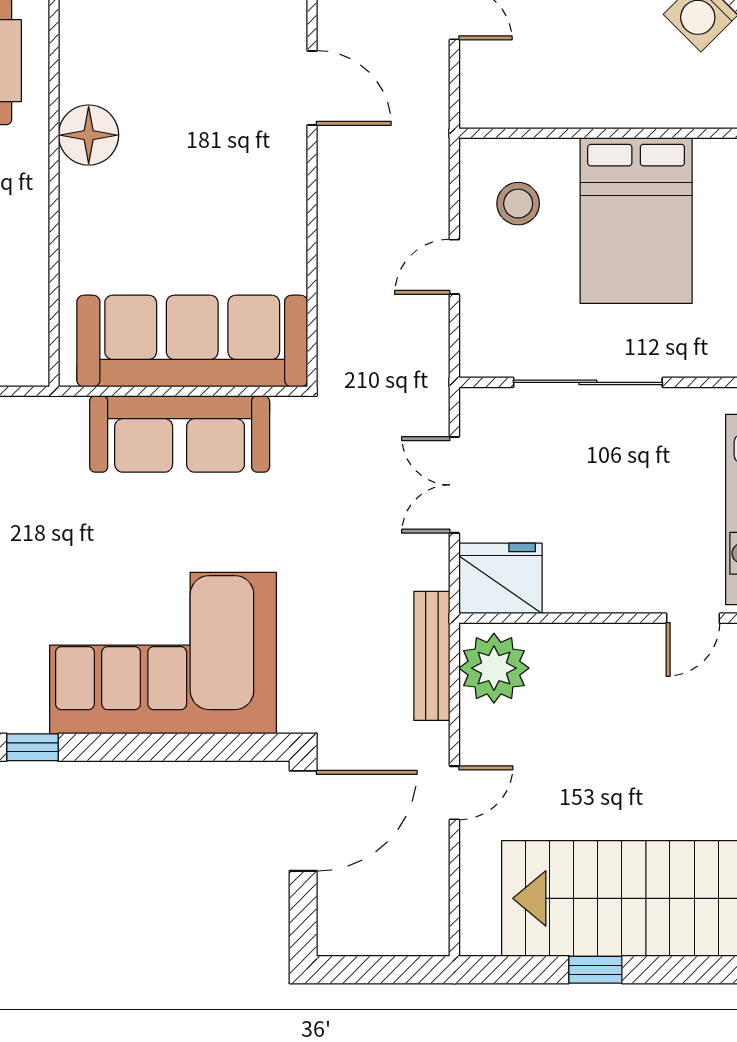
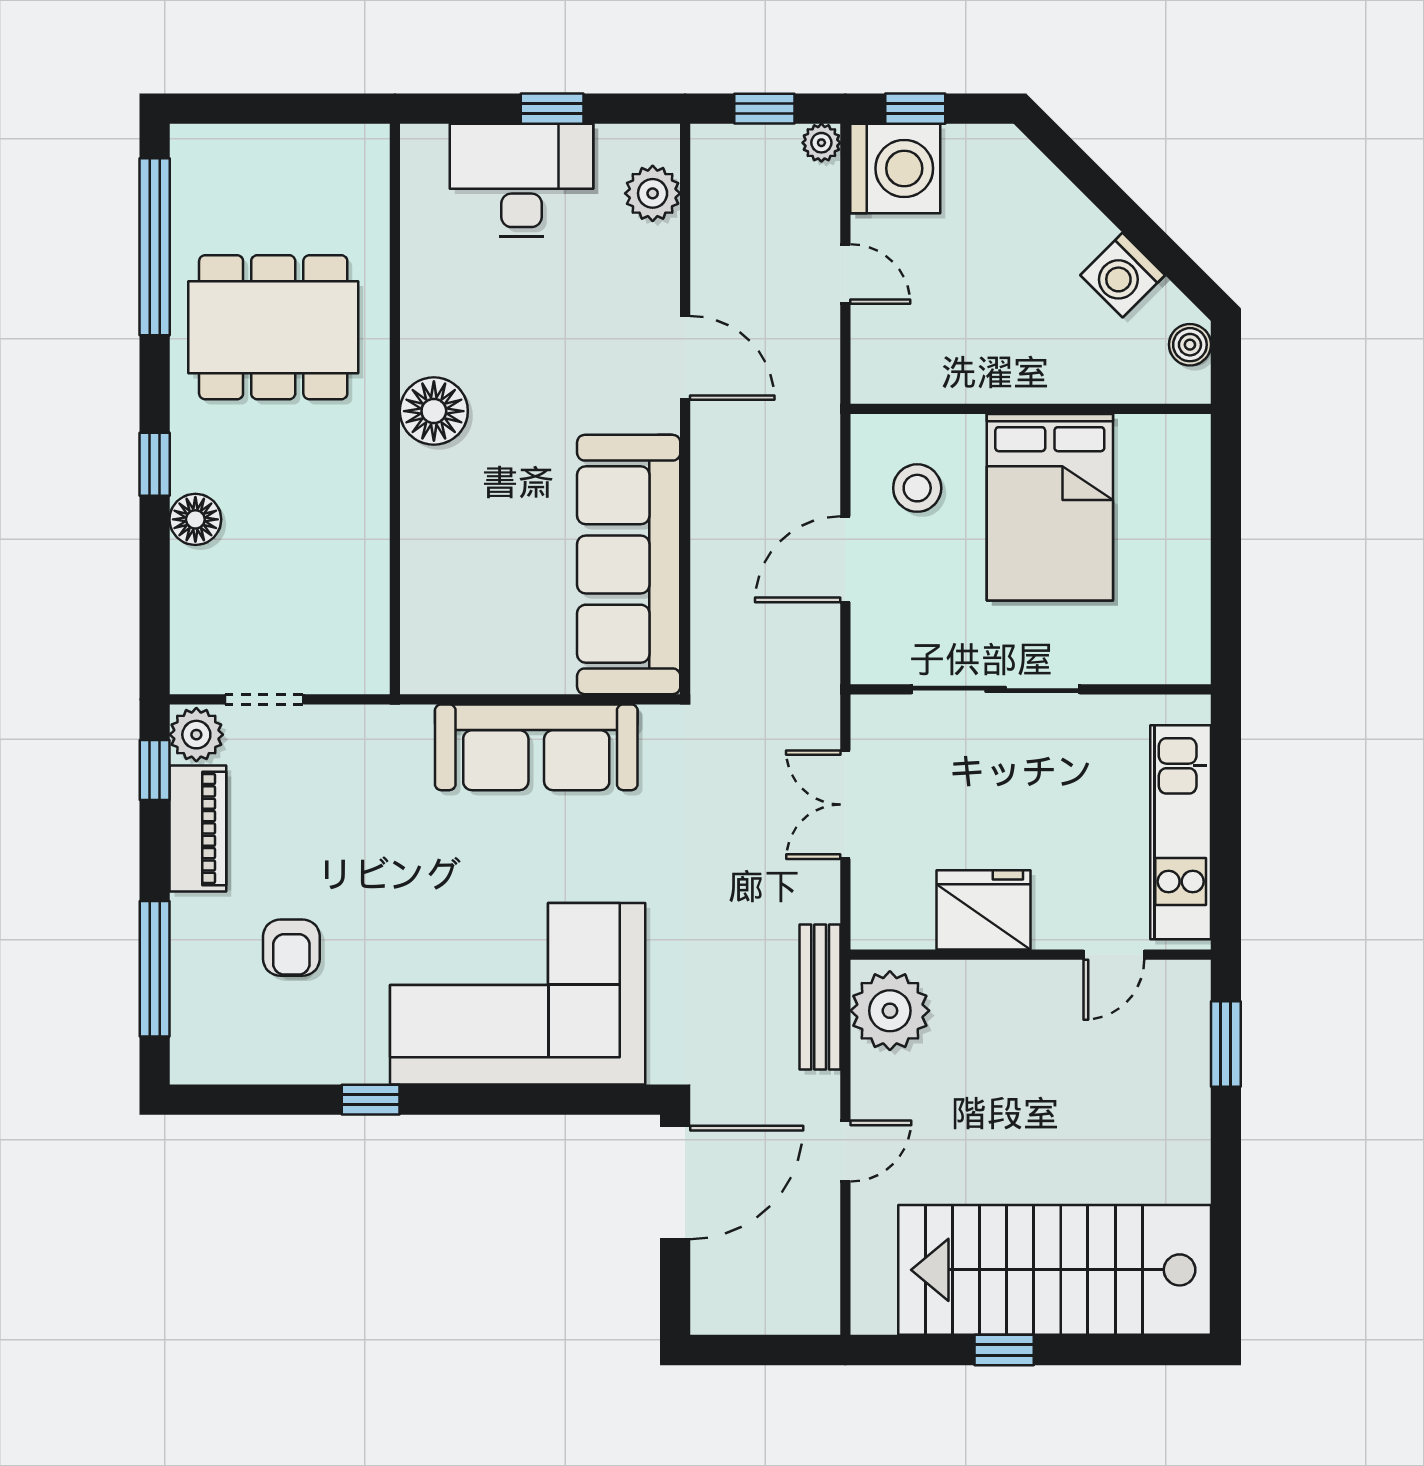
door: (454, 267) -> (845, 559), width x1.38
sofa: (192, 341) -> (629, 564), moved, turned -90
fridge: (500, 578) -> (983, 910), moved

